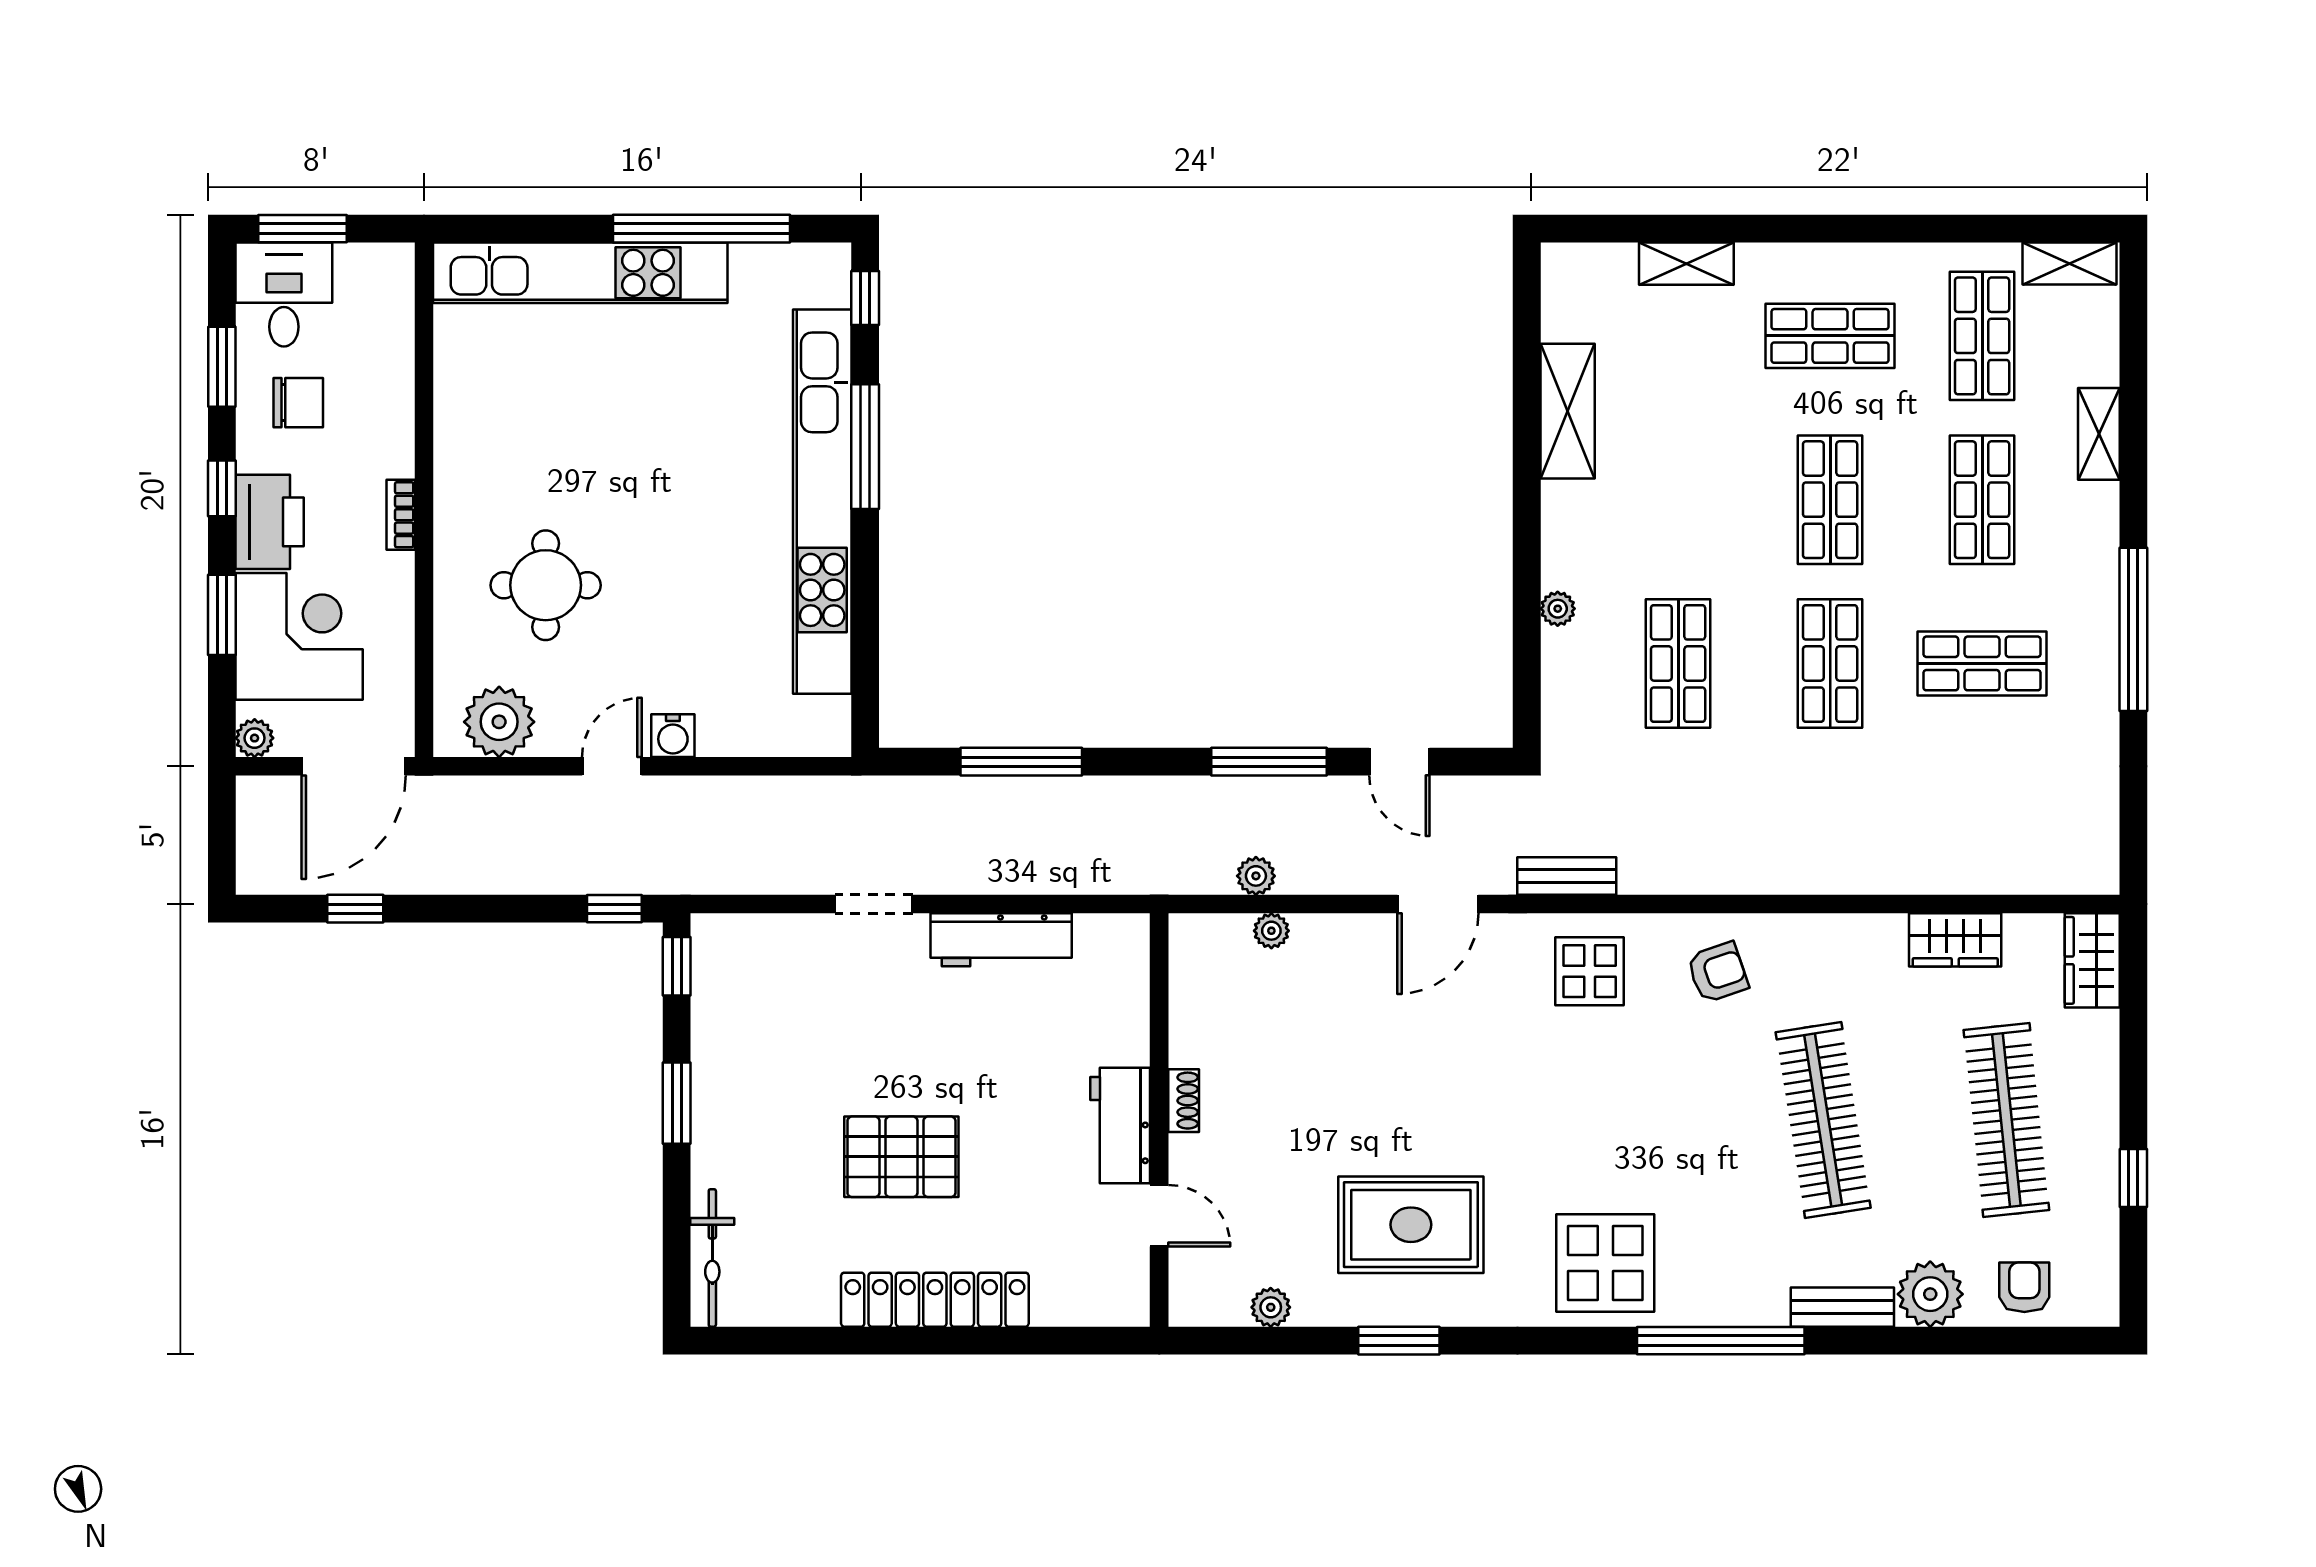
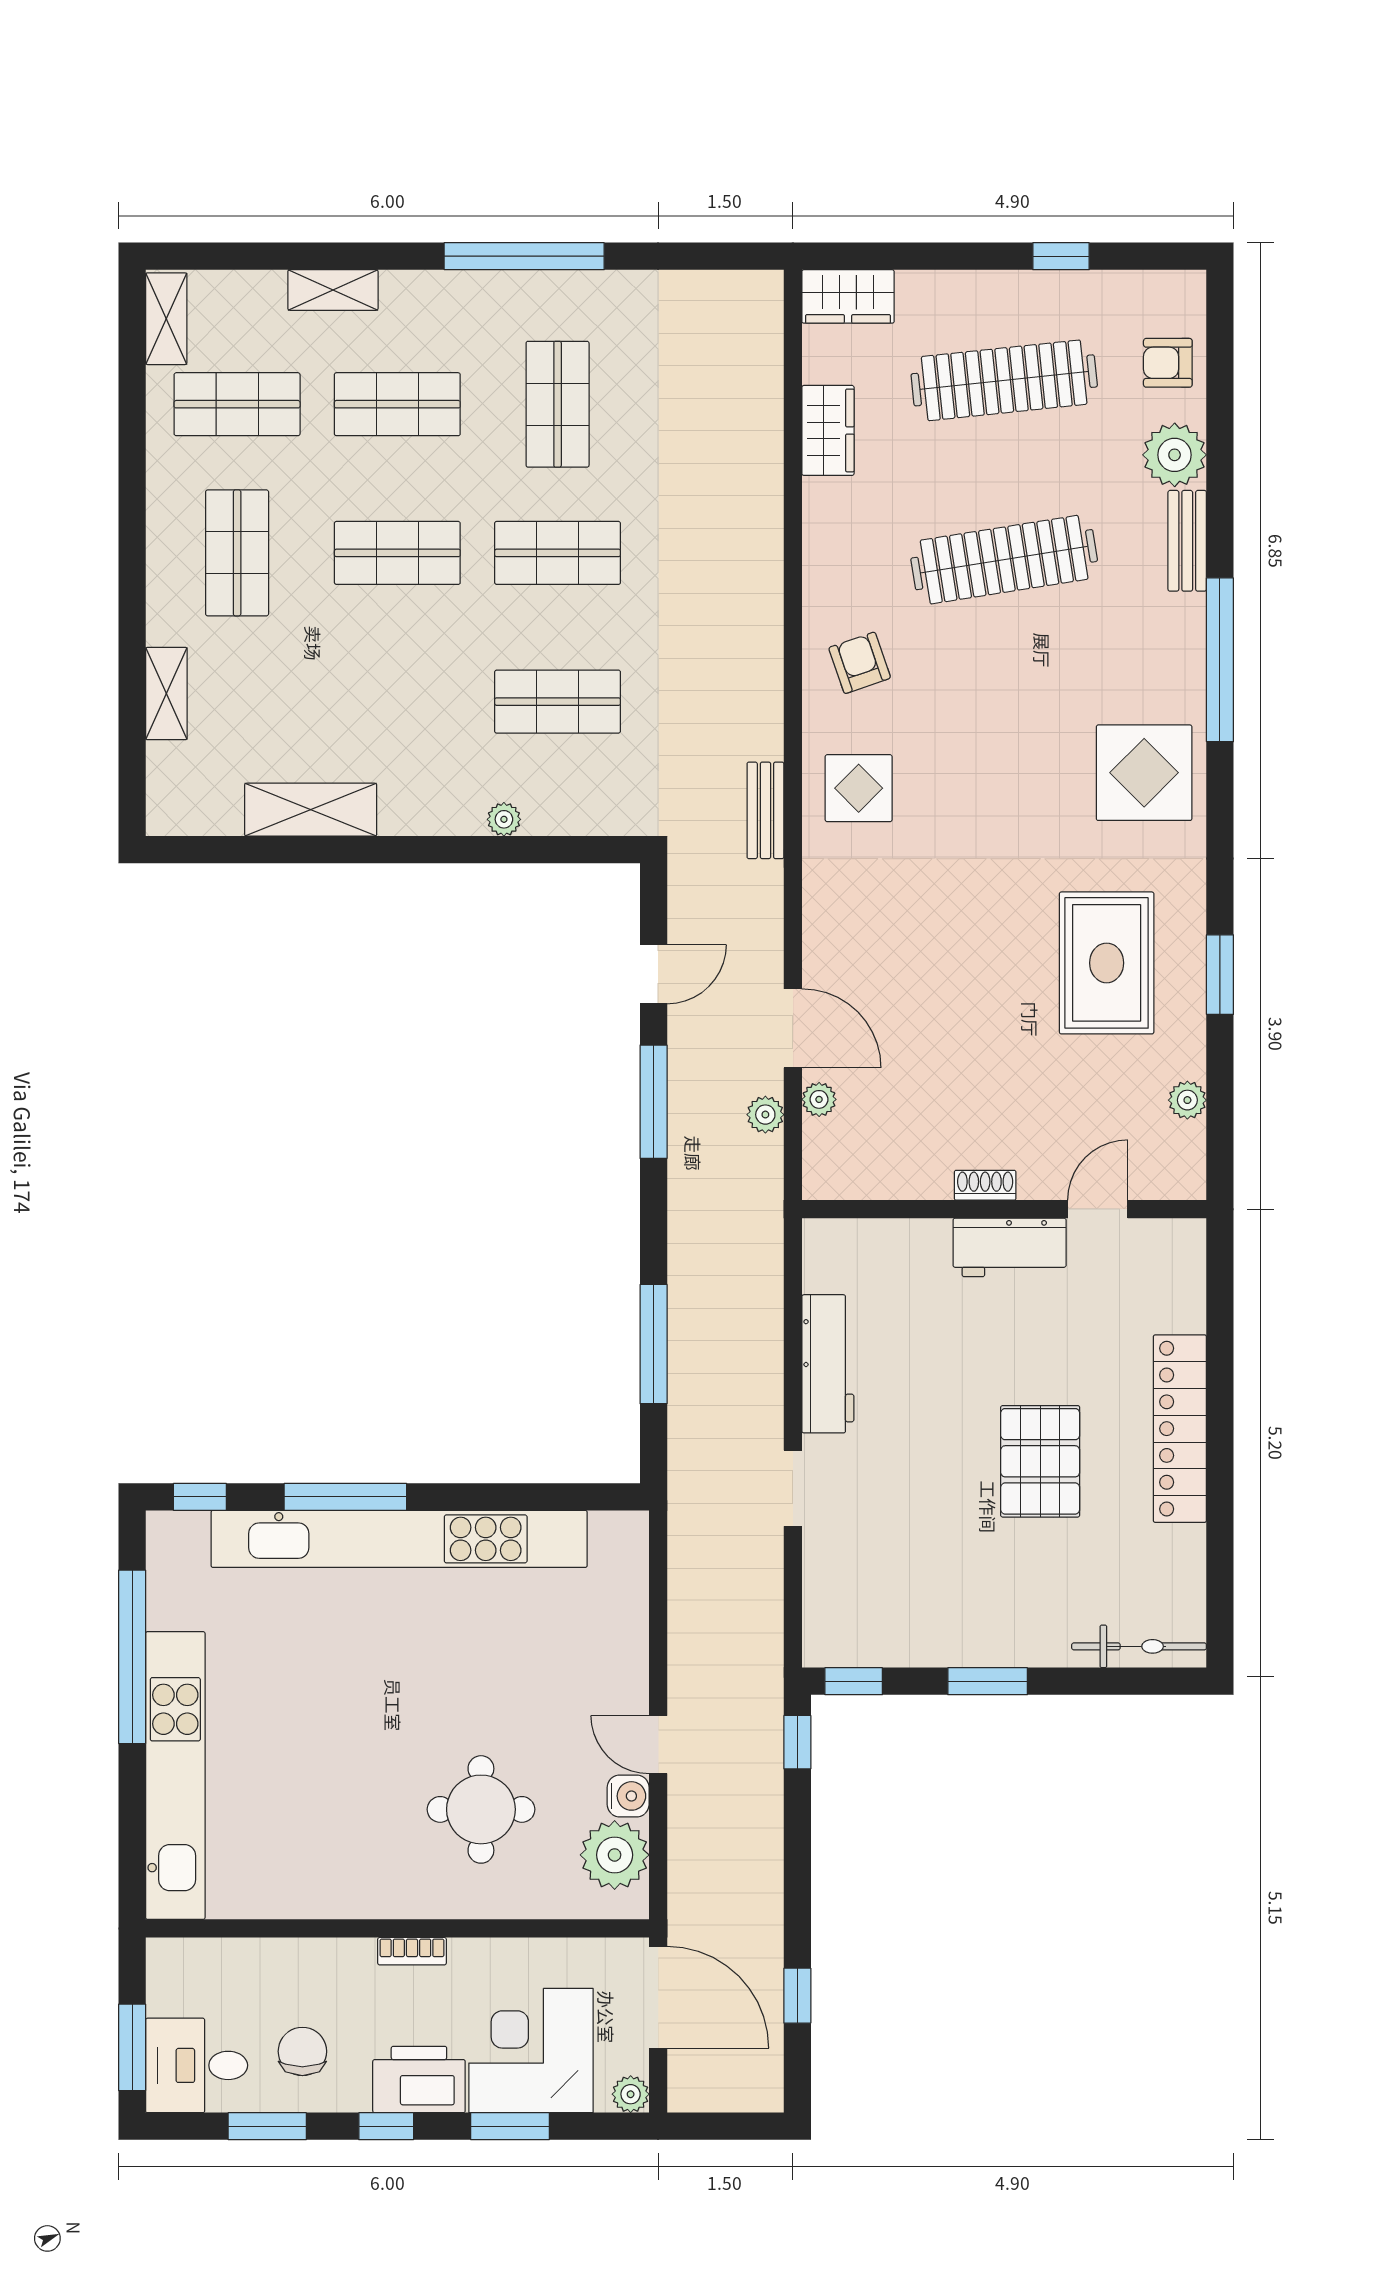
water cooler: (673, 736) -> (628, 1796), moved
door: (1438, 904) -> (793, 1028), moved

